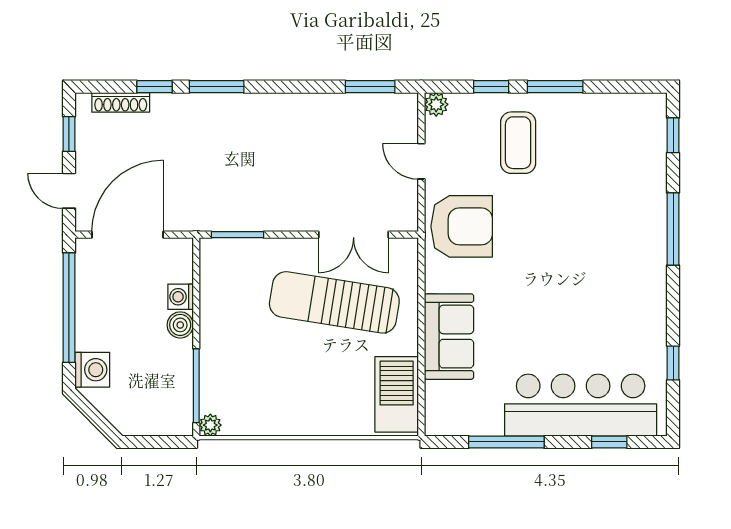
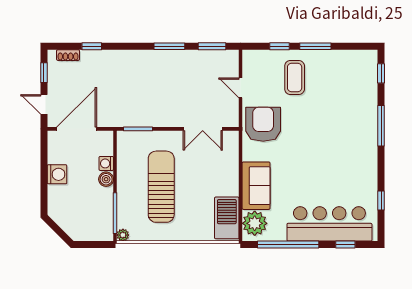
window: (217, 87) -> (169, 46), moved
shoe rack: (121, 102) -> (68, 55), width x0.70
plant: (436, 104) -> (255, 223), moved, width x1.87, depth x1.87
armchair: (462, 226) -> (263, 124), turned -90
sun lounger: (334, 302) -> (161, 187), moved, turned 81
window: (69, 308) -> (44, 170), removed
washing machine: (92, 370) -> (57, 174), moved
window: (506, 442) -> (288, 245), width x1.46

